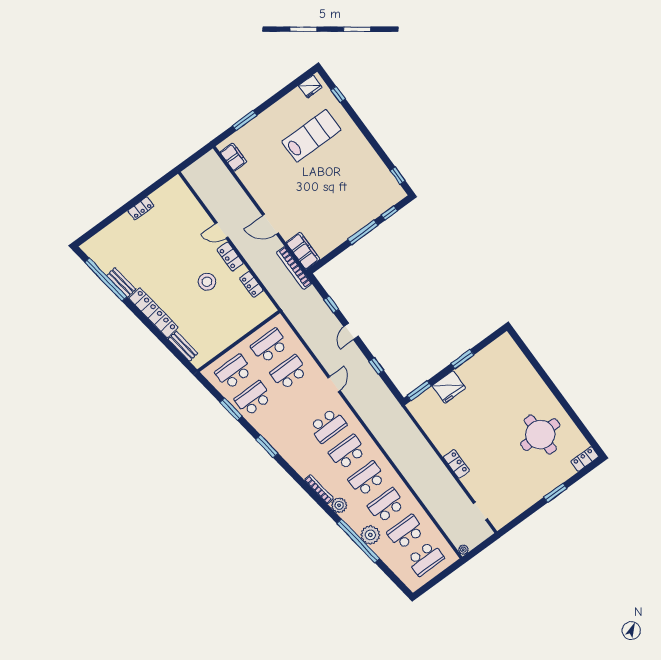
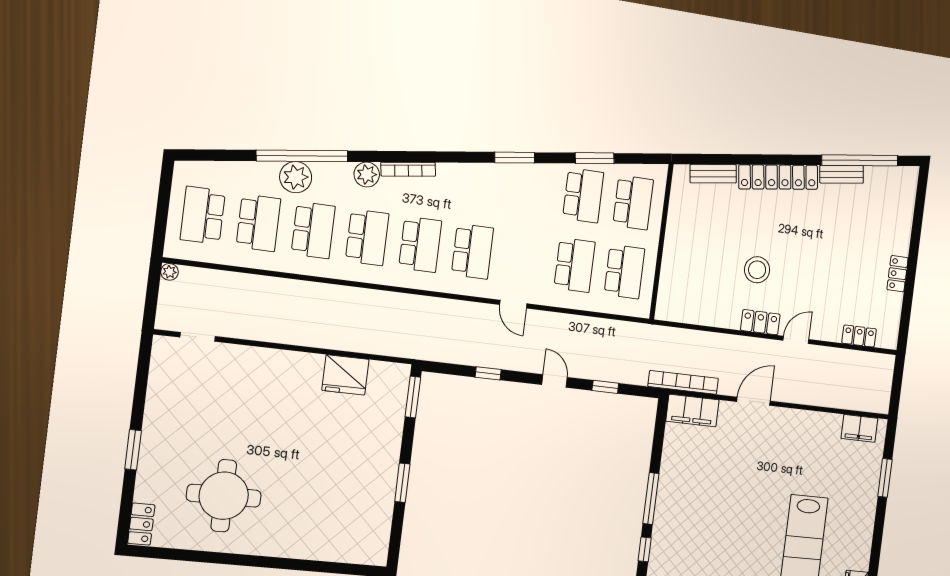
locker: (251, 284) -> (859, 336), moved
fridge: (449, 387) -> (345, 375), moved, turned -90
school desk: (328, 426) -> (472, 251), turned 180
locker: (456, 464) -> (284, 361), removed

